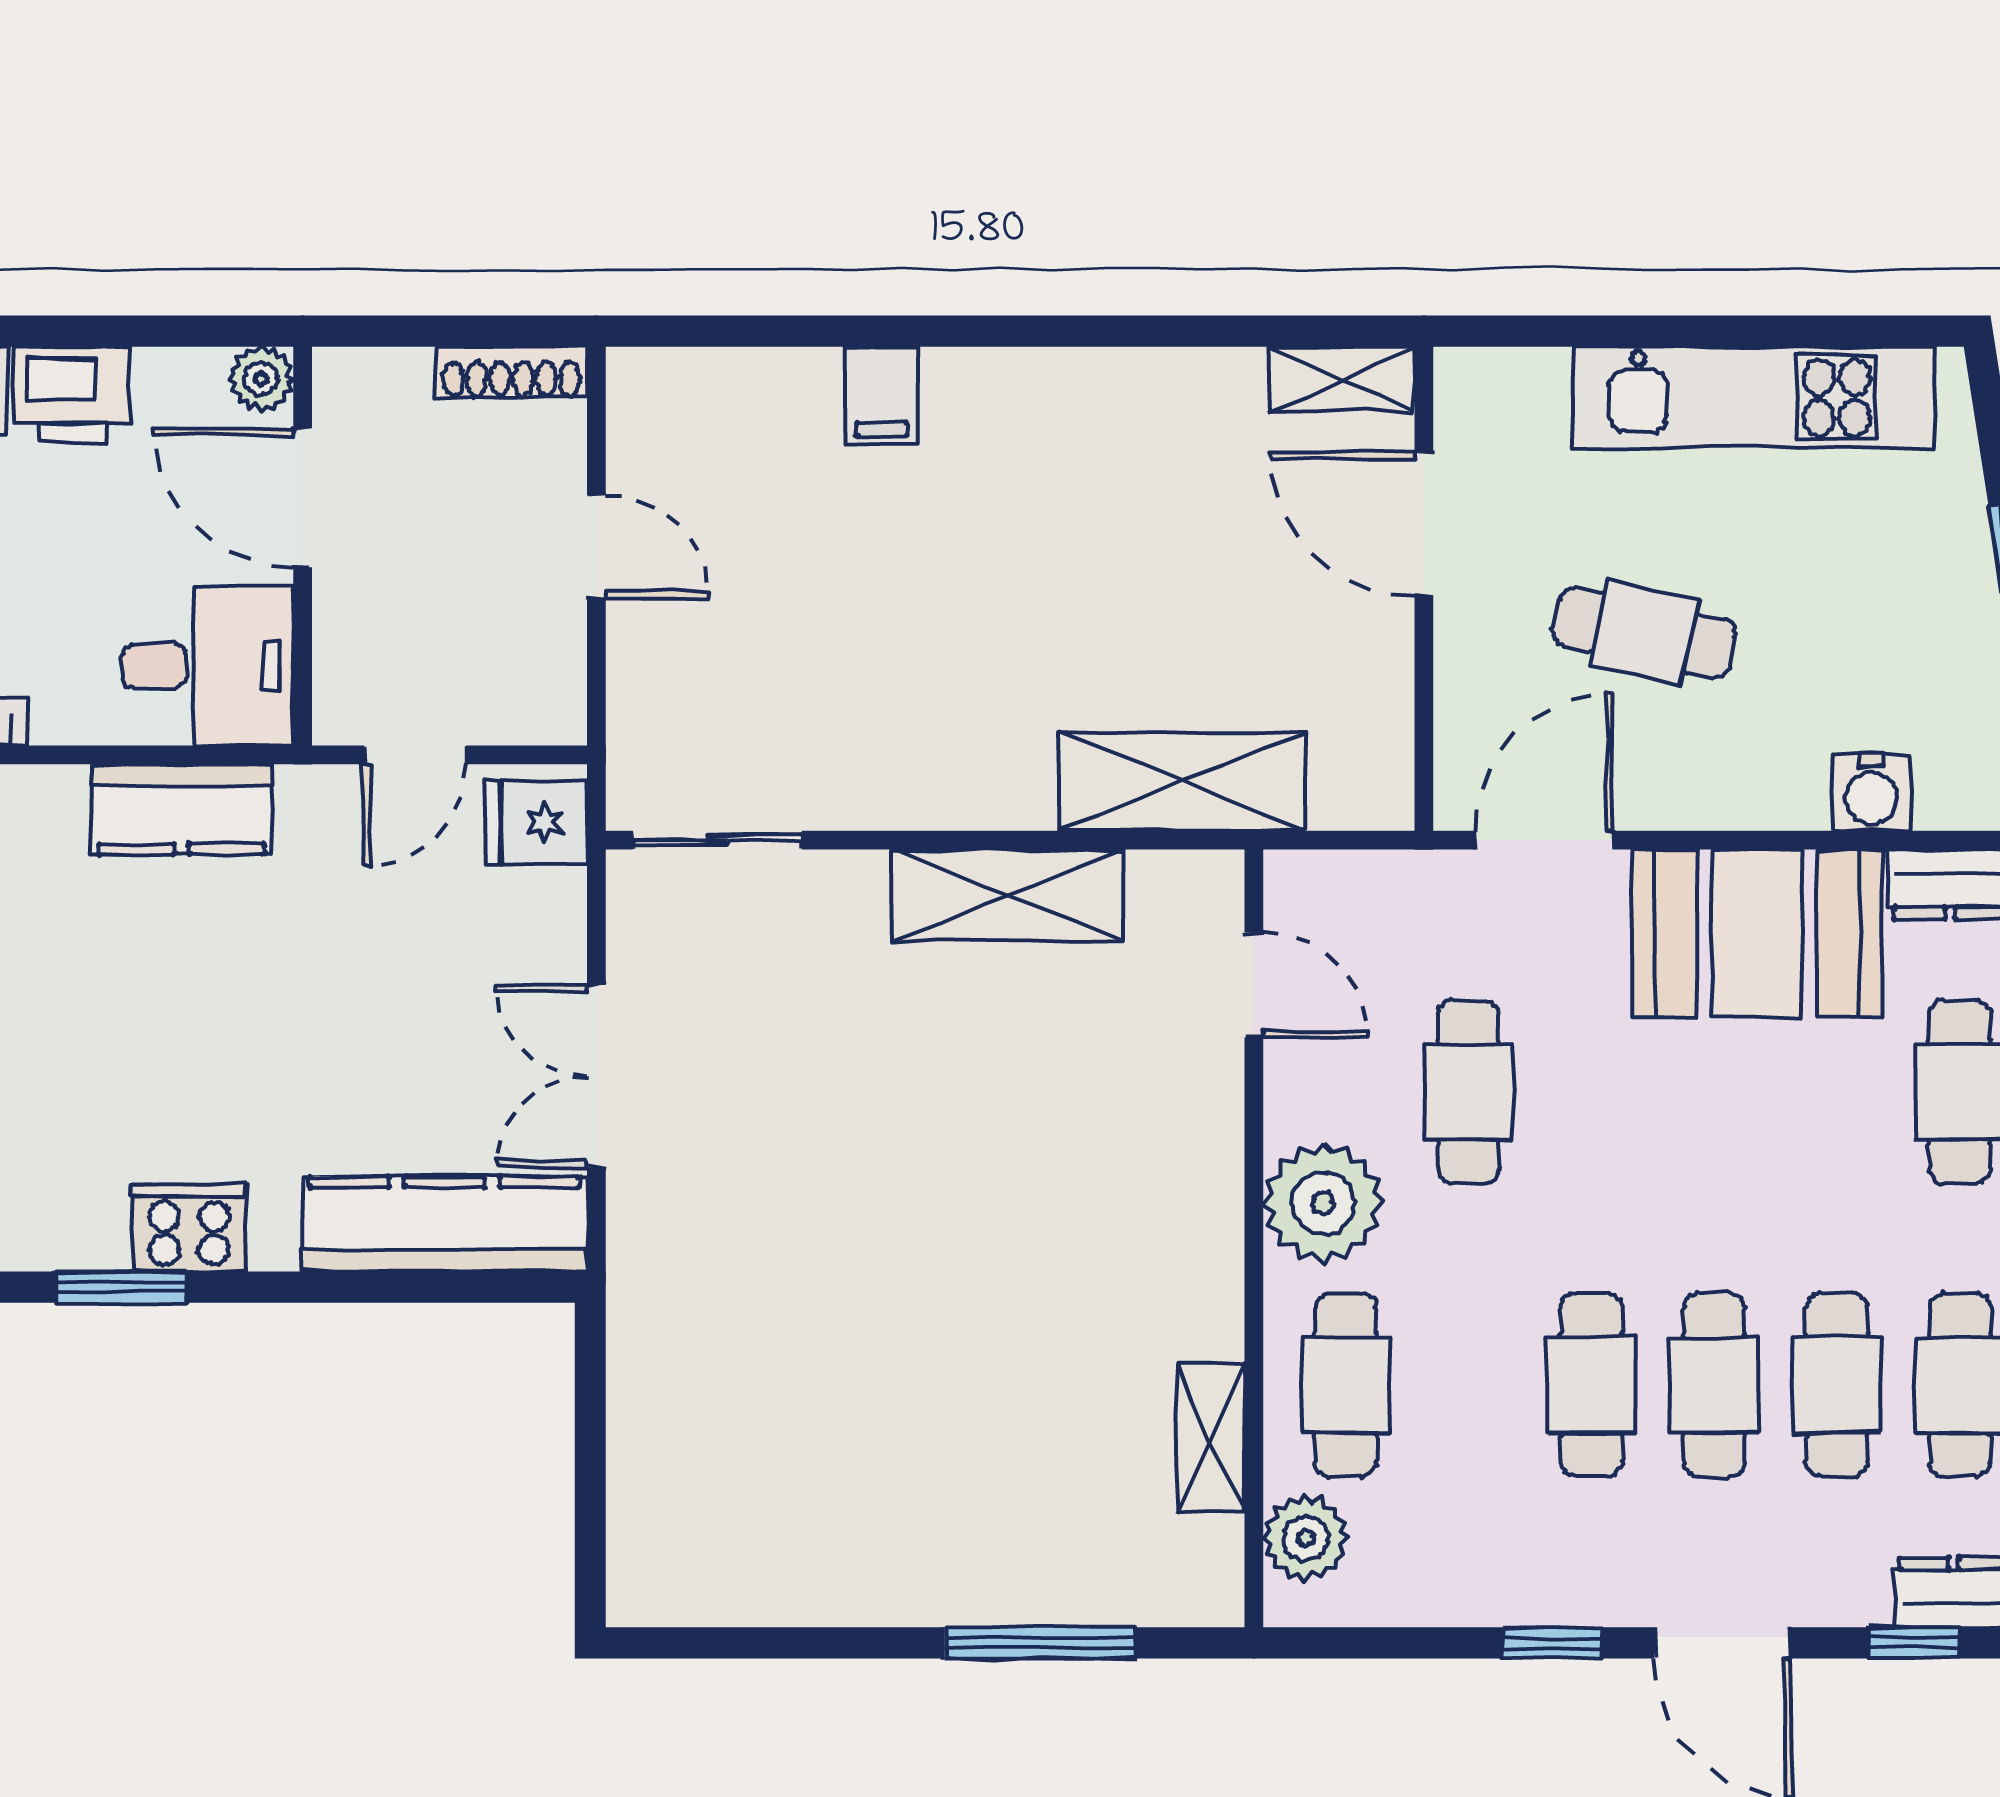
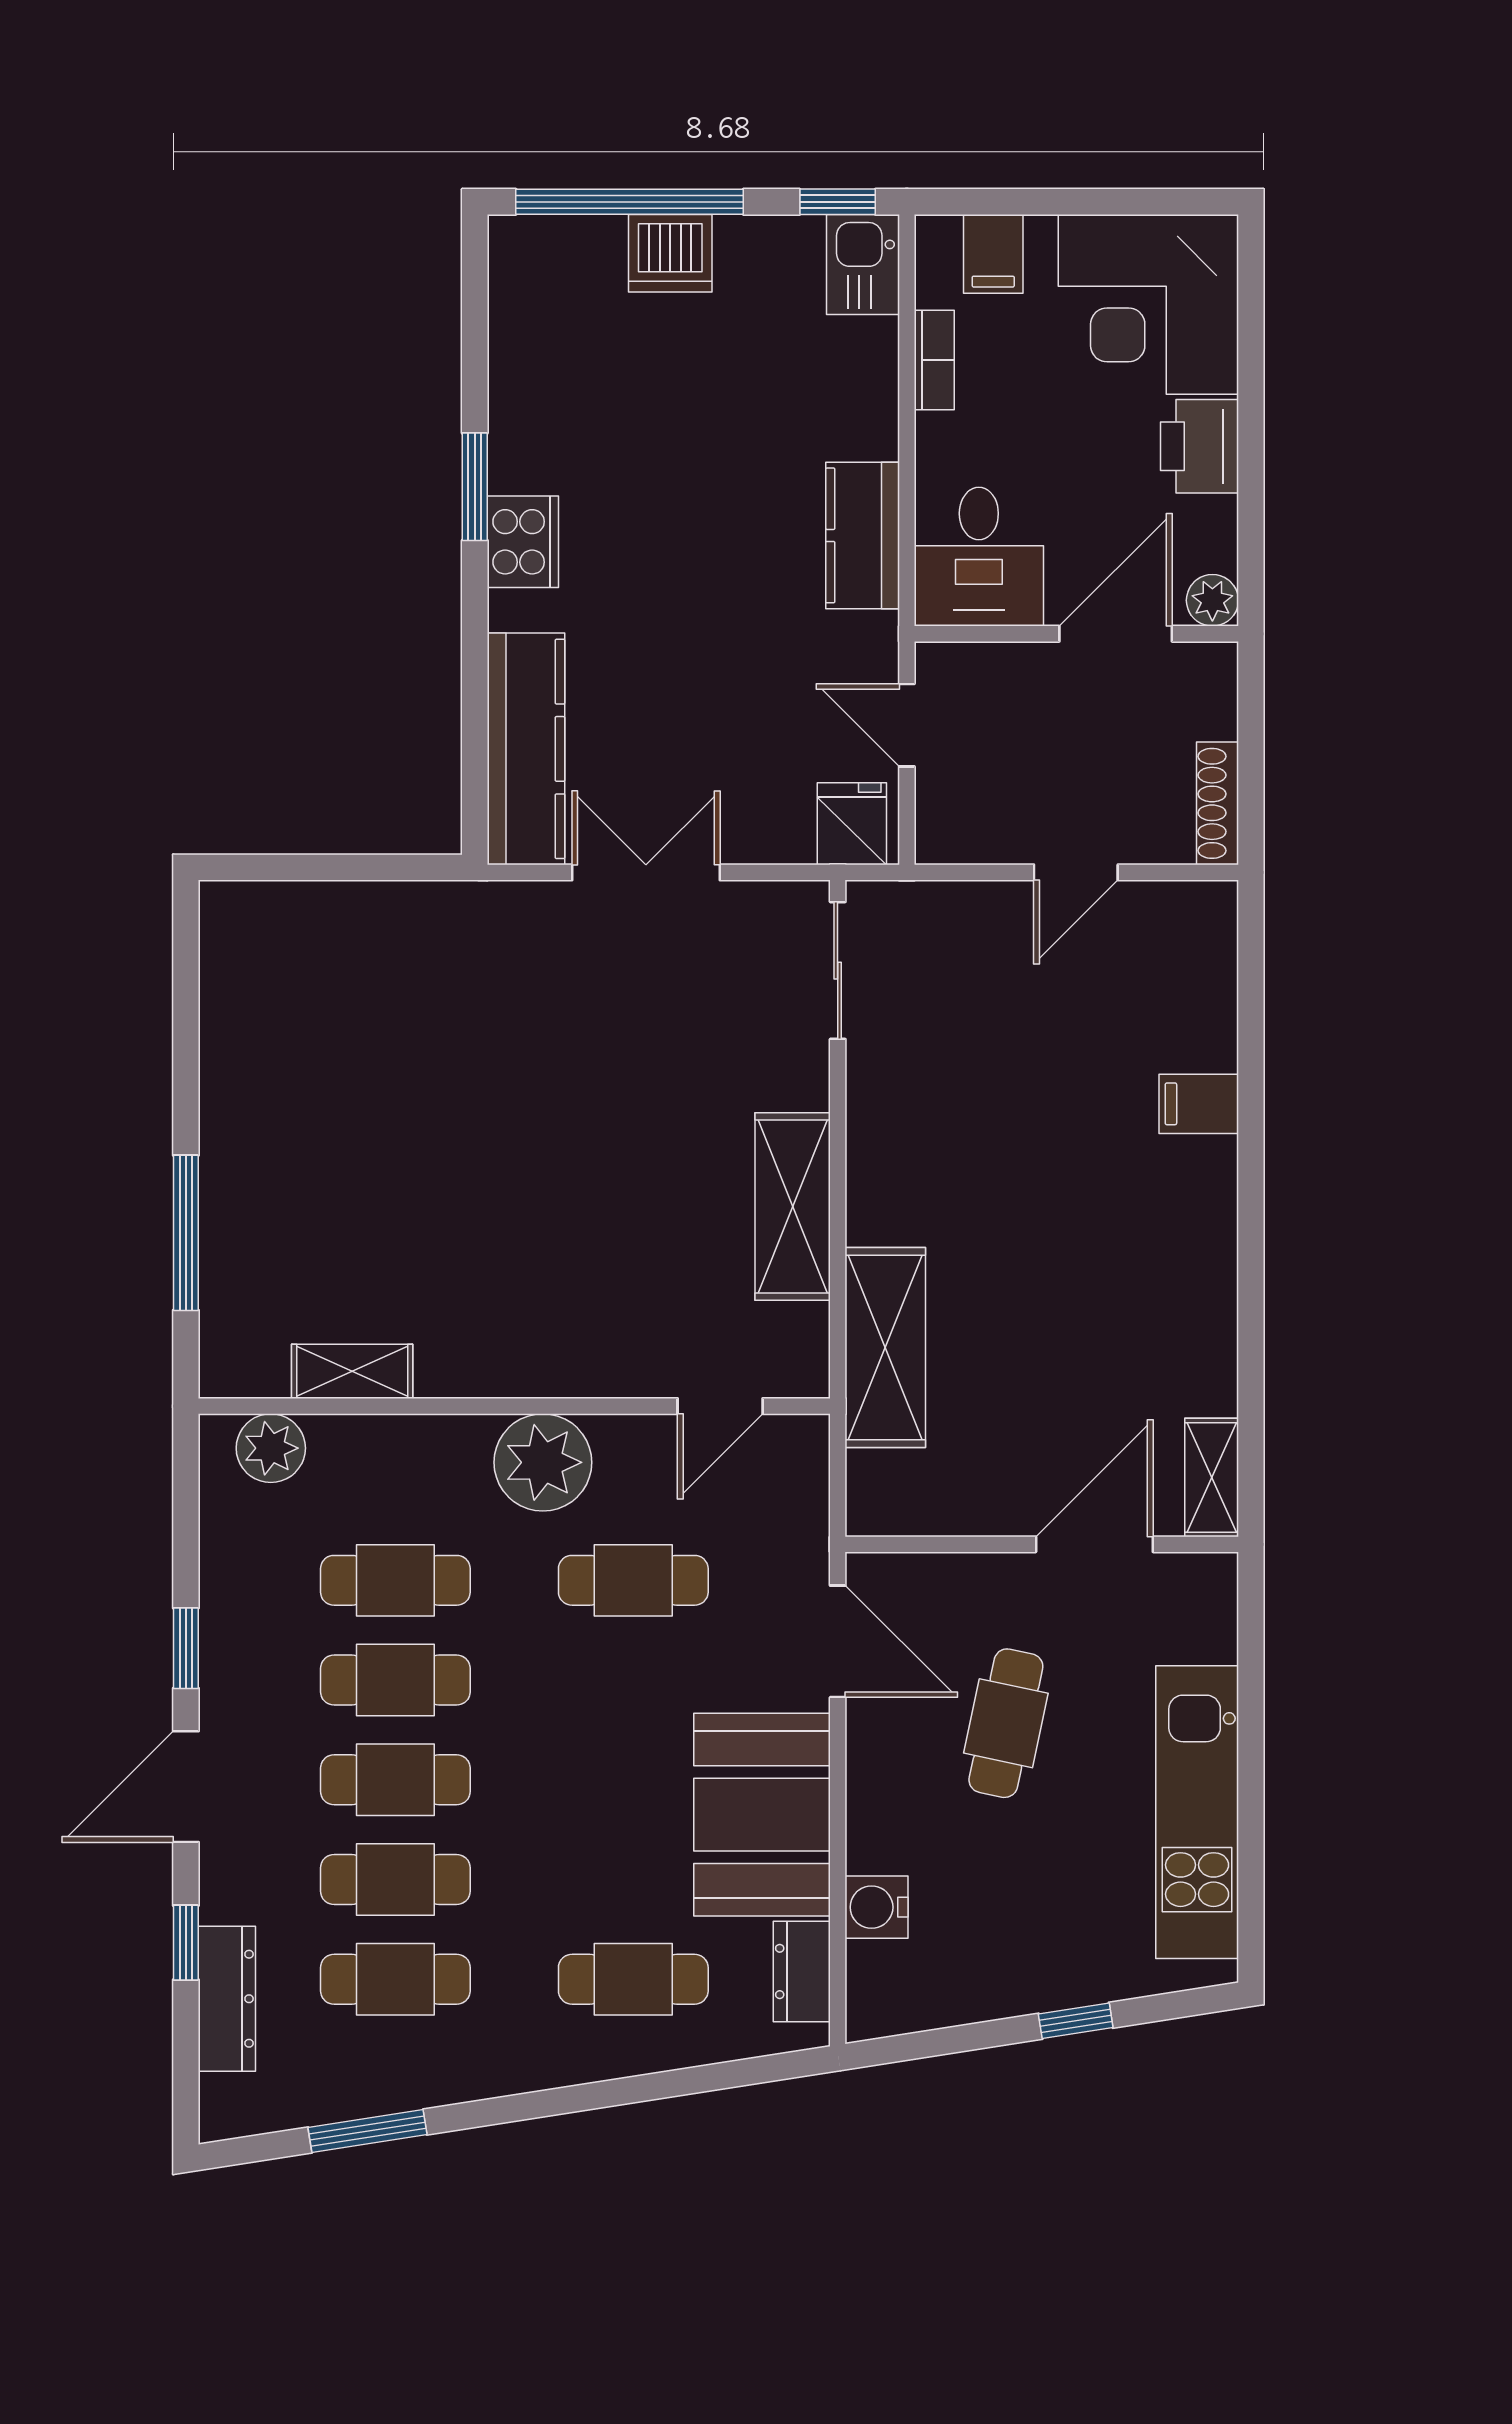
cafe table: (1345, 1385) -> (395, 1580), moved

